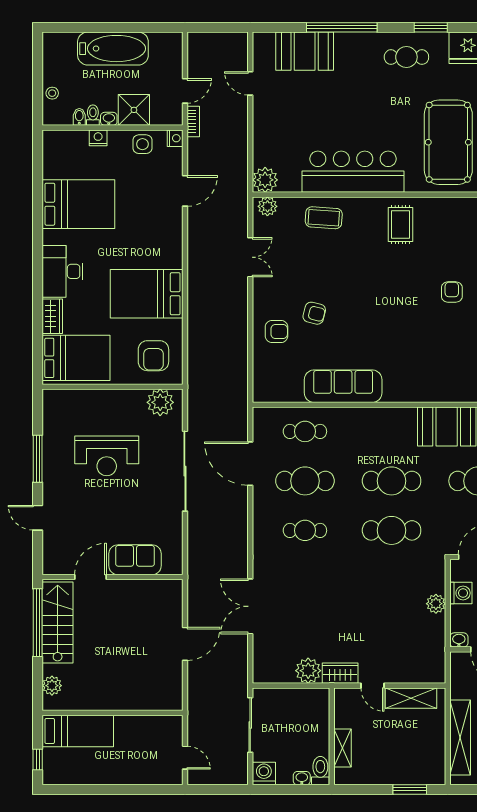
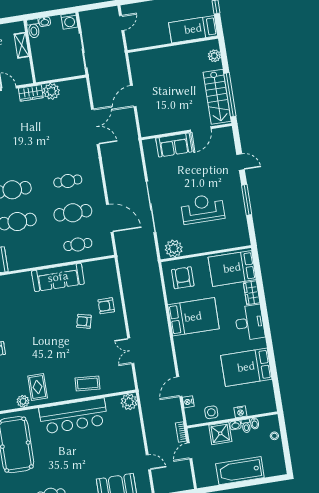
nightstand: (175, 138) -> (188, 402), moved
plant: (267, 206) -> (23, 401), moved
door: (185, 758) -> (122, 23), swing flipped

